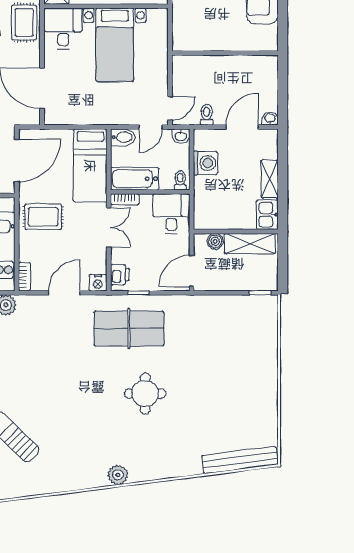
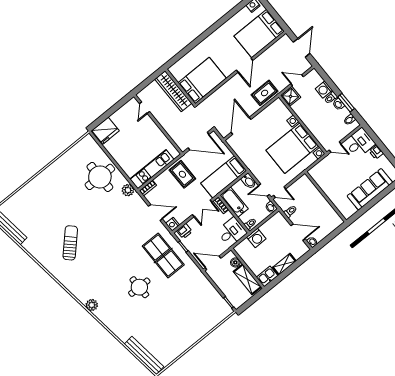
desk: (63, 28) -> (276, 113), removed
bed with nightstands: (115, 45) -> (292, 148), width x1.36
washing machine: (205, 163) -> (256, 238), moved

